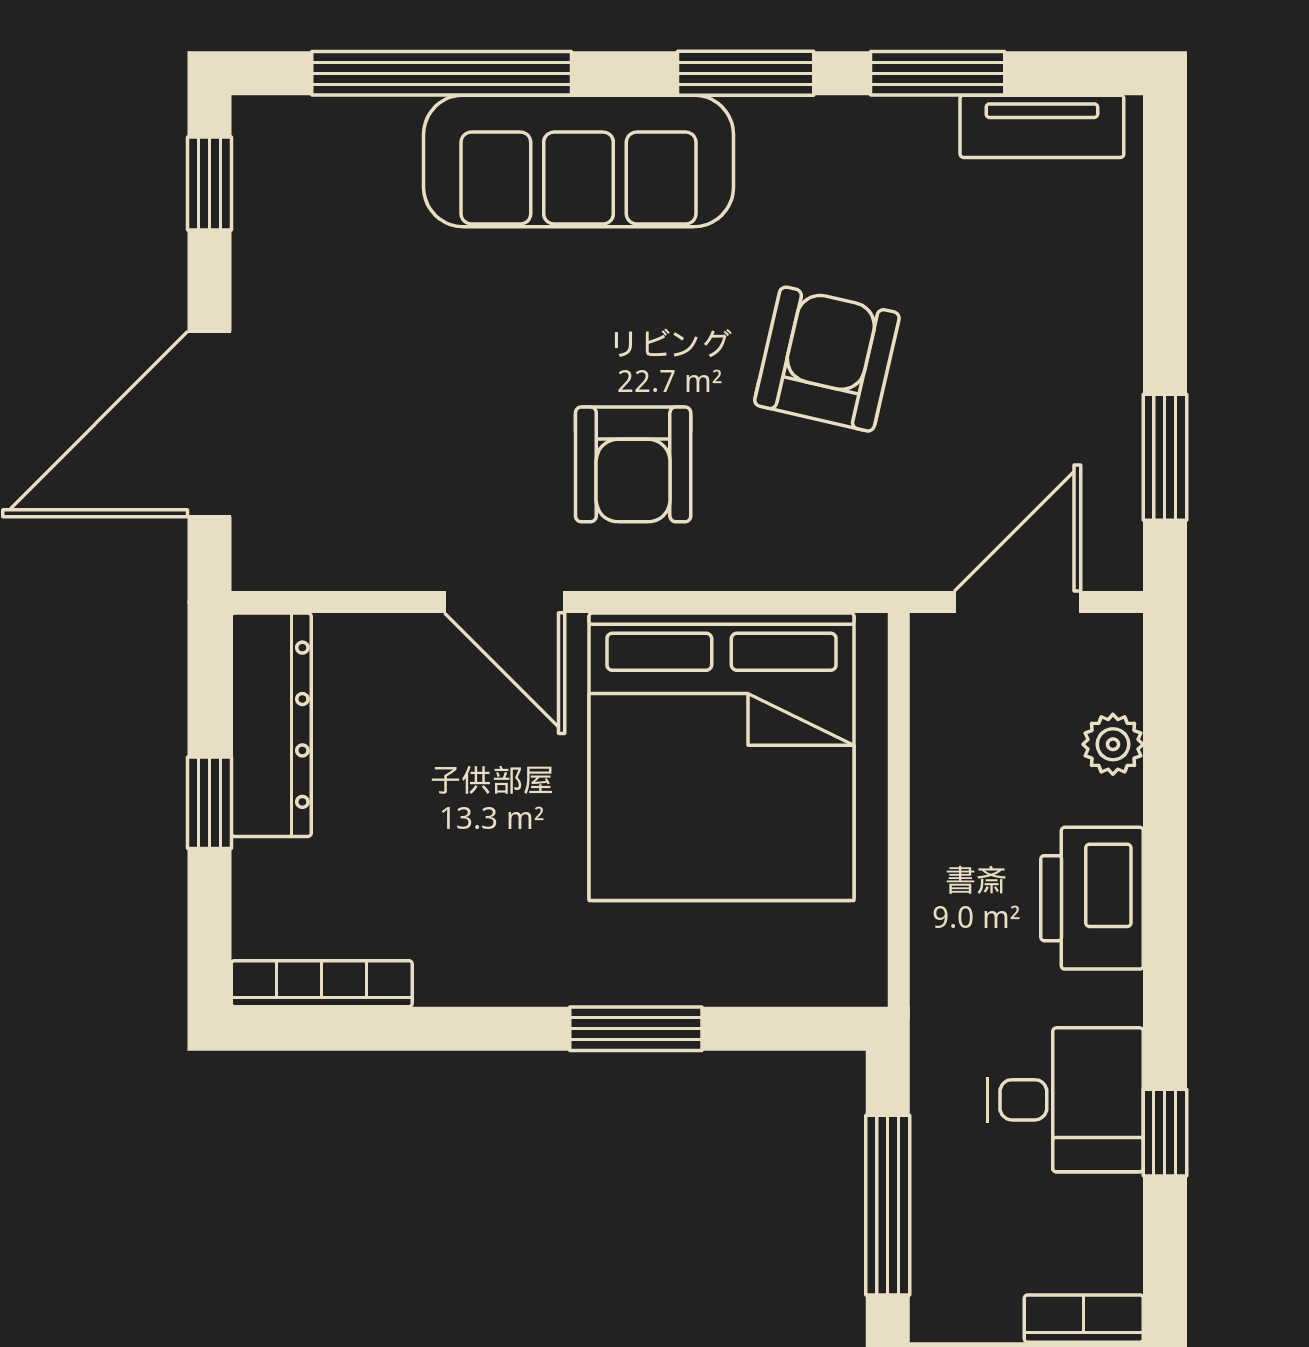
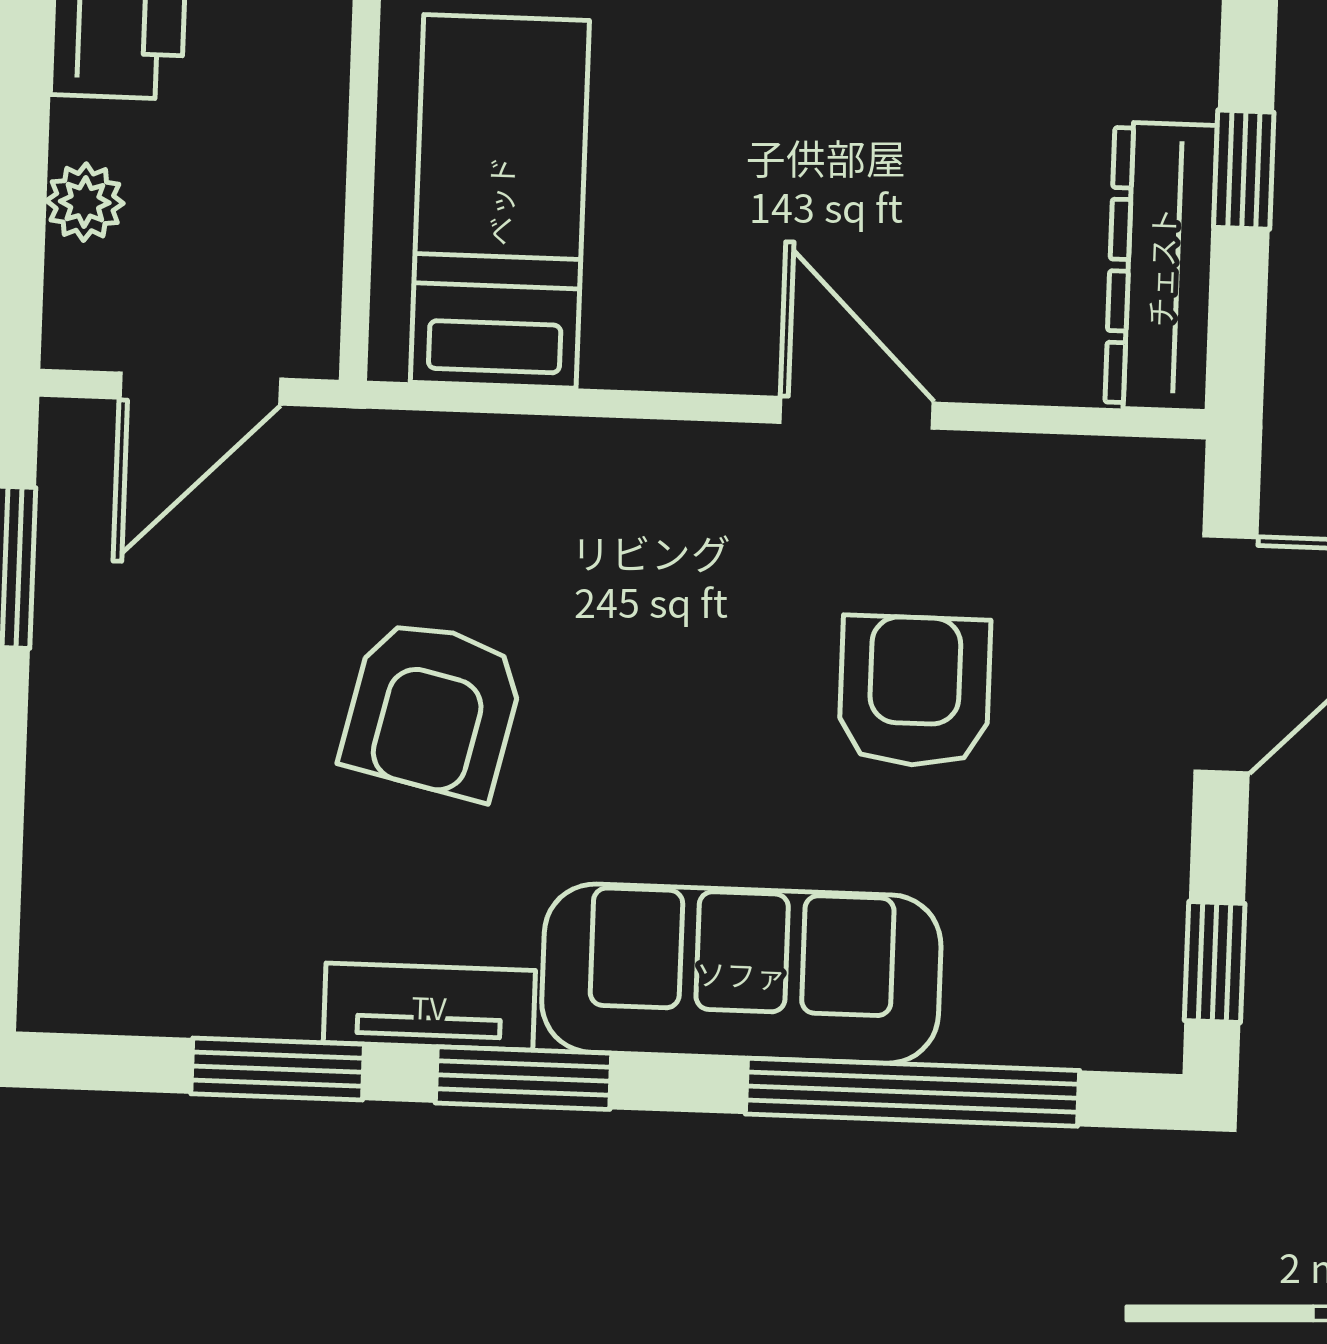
tv unit: (1042, 126) -> (429, 1007), moved
armchair: (633, 464) -> (915, 691), moved
bed: (722, 757) -> (500, 201), width x0.49

